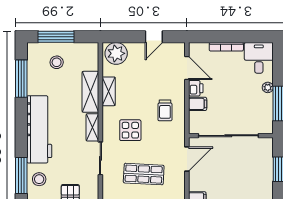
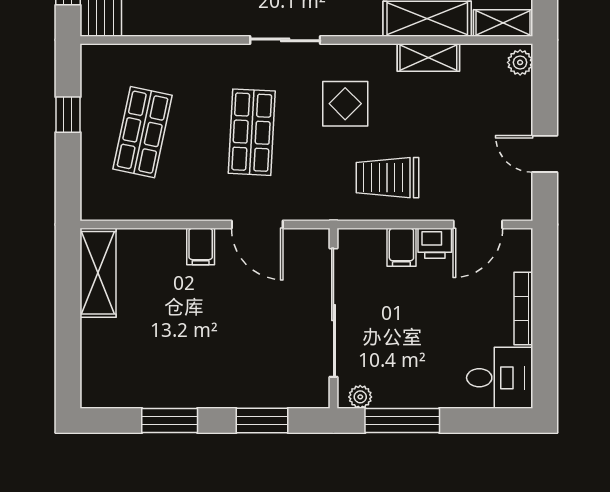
plant: (116, 53) -> (520, 62), width x0.53, depth x0.53
plant: (268, 87) -> (360, 397), moved
trolley: (165, 110) -> (387, 178), width x1.36, depth x1.39
shelving: (92, 127) -> (503, 23), moved
door: (187, 159) -> (257, 224), moved

